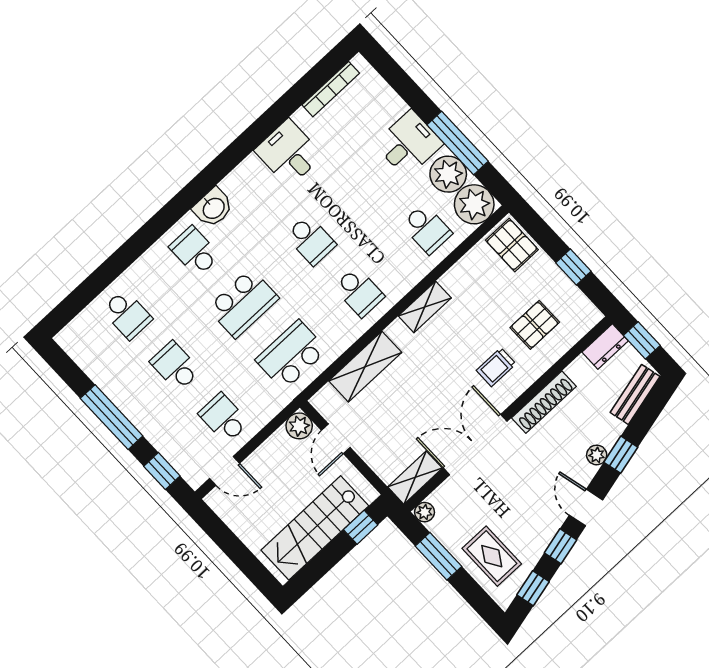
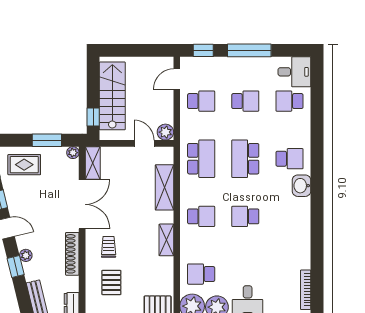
desk: (289, 153) -> (294, 72), moved
school desk: (359, 292) -> (201, 216), turned 180

